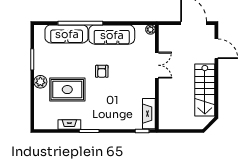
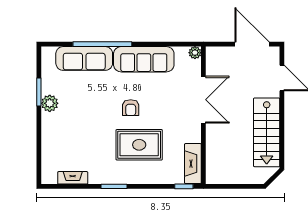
double door: (157, 65) -> (203, 100), width x1.37
plant: (40, 82) -> (50, 103), moved
rug: (67, 90) -> (139, 145), moved
fireplace: (69, 124) -> (73, 178), moved

